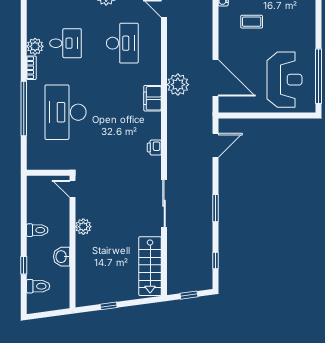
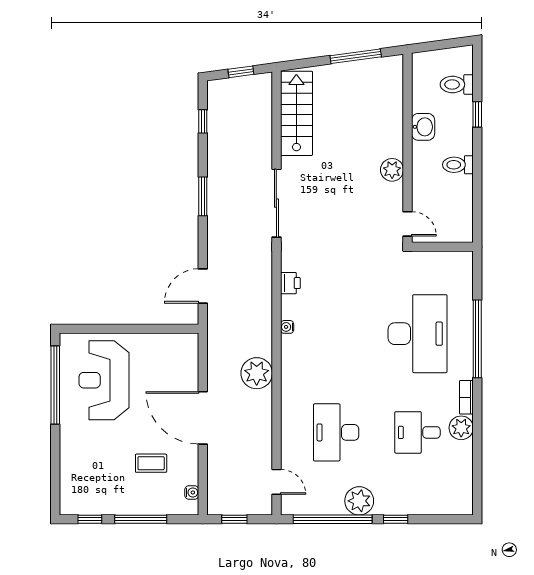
door: (216, 78) -> (203, 418), moved
filing cabinet: (153, 98) -> (293, 354), removed
water cooler: (157, 117) -> (287, 327), added
window: (109, 306) -> (356, 56), width x2.17

